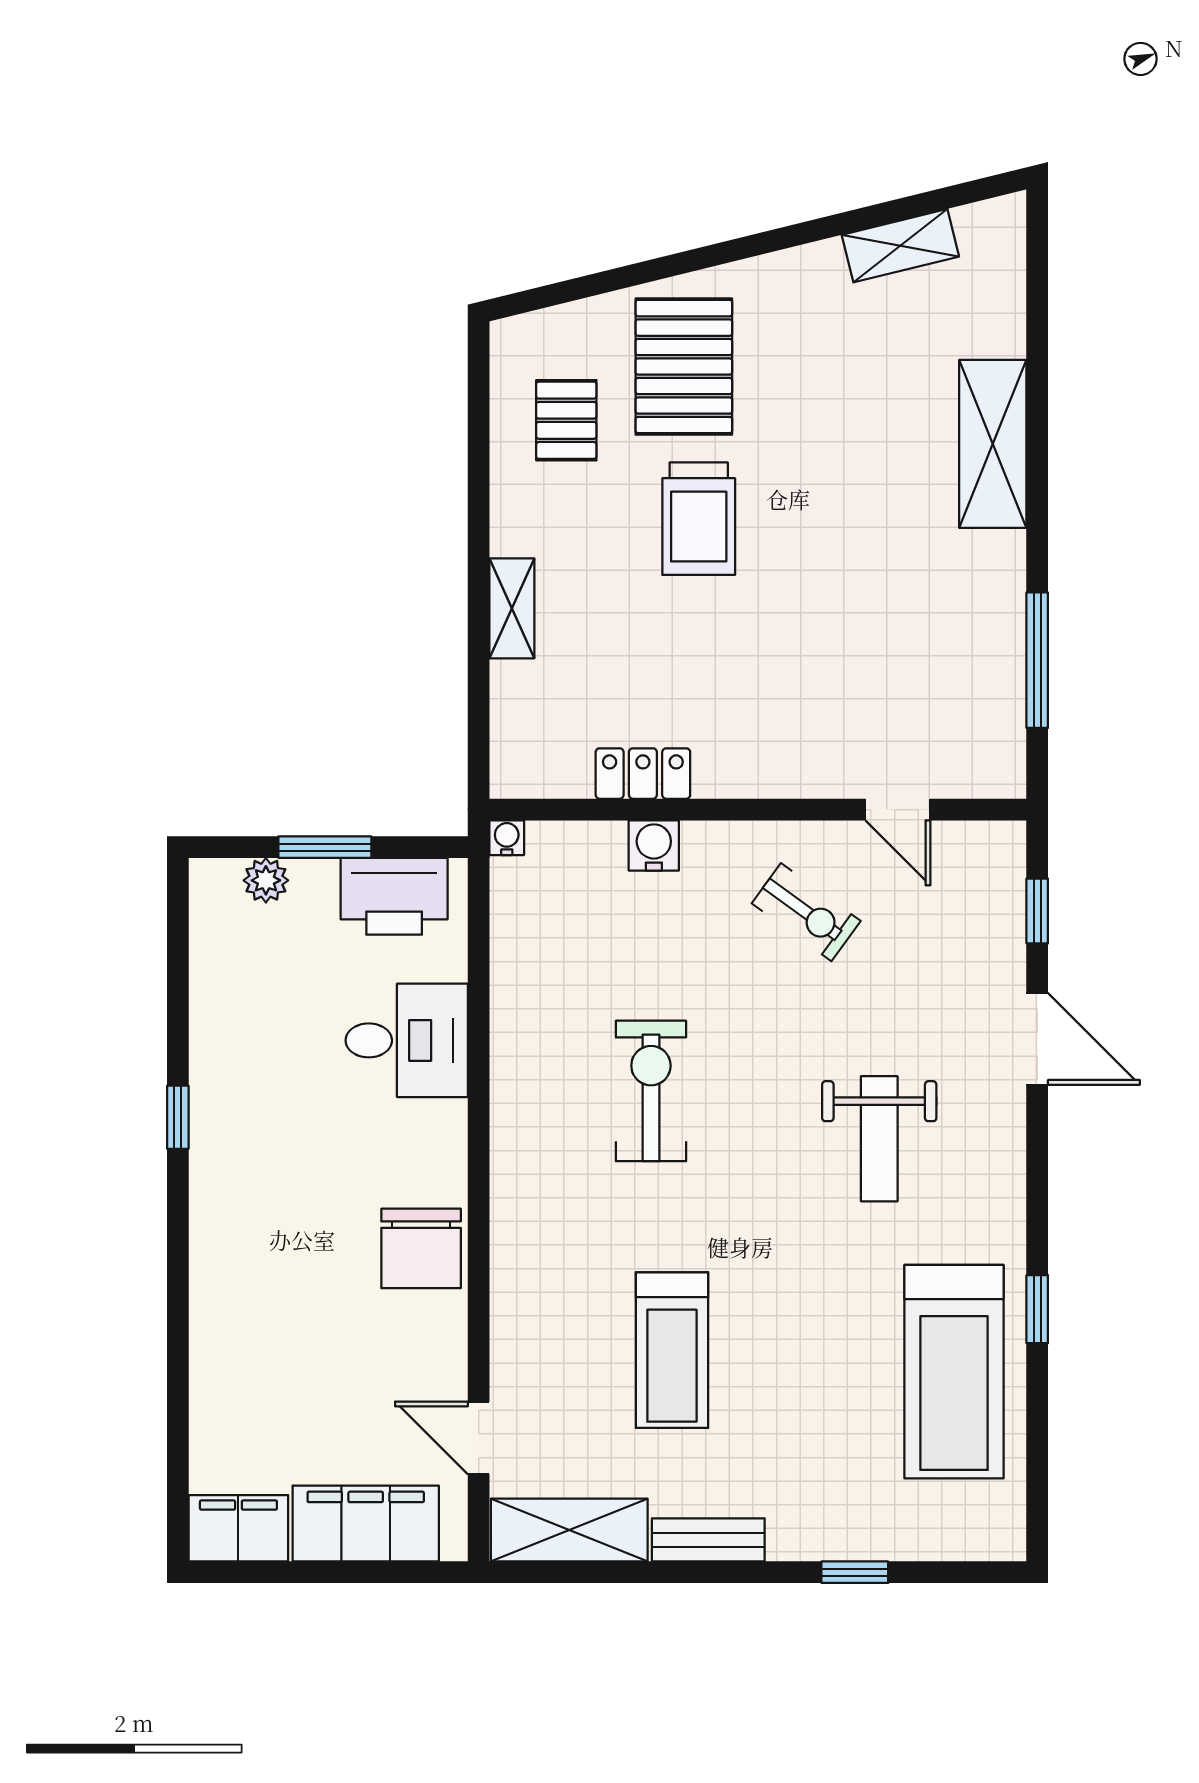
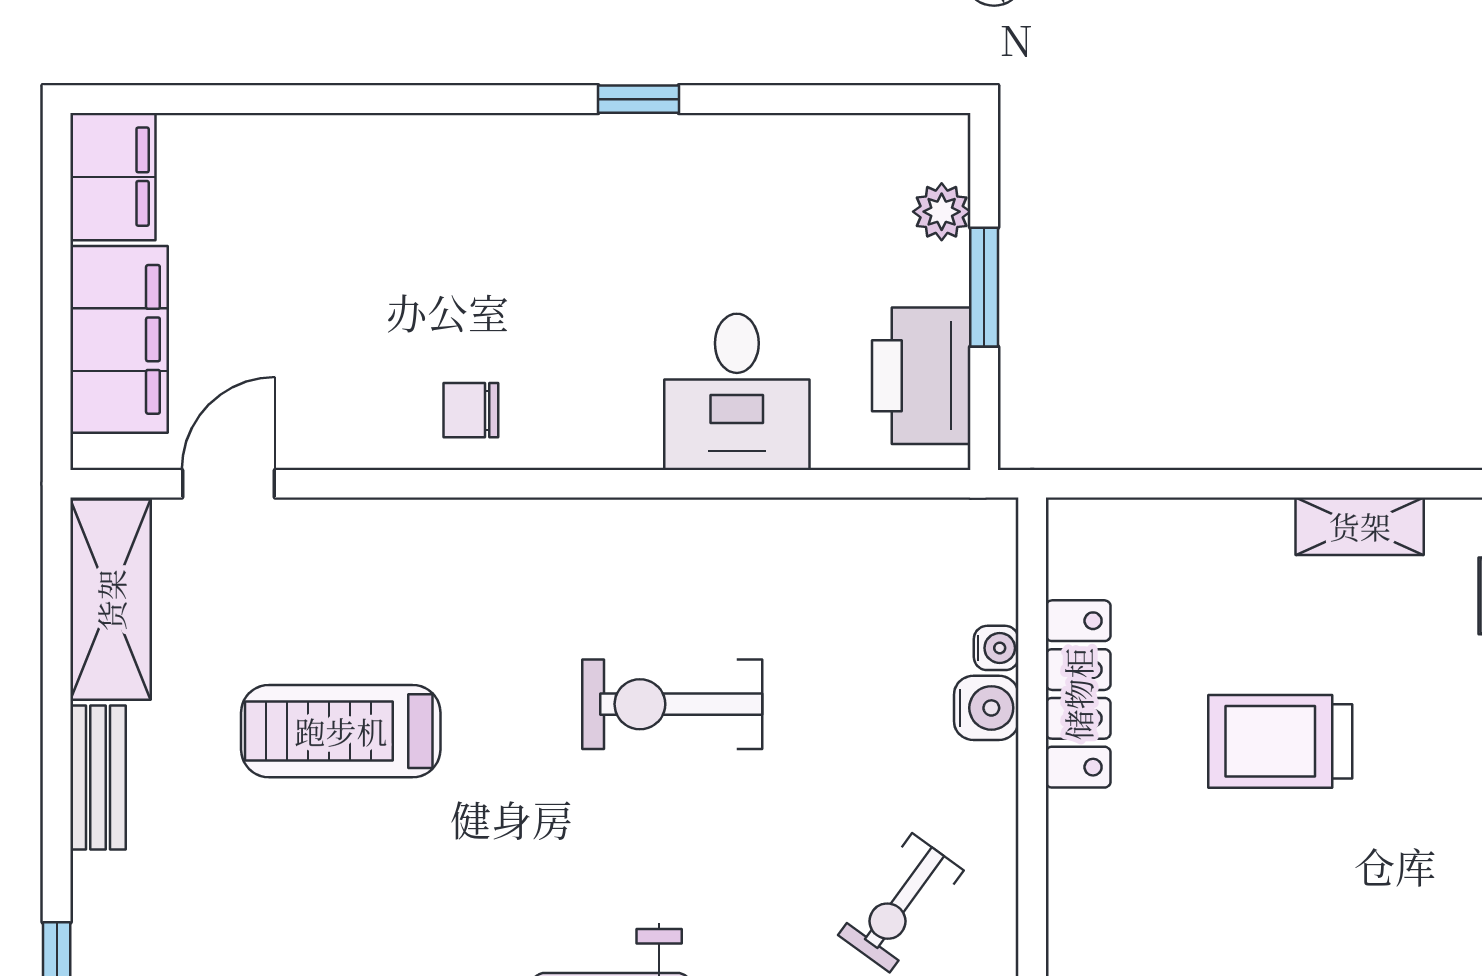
trolley: (699, 519) -> (1280, 741), moved
shelving: (512, 608) -> (1360, 526), moved
locker: (643, 774) -> (1078, 694), width x1.53
water cooler: (507, 838) -> (996, 648), moved
exercise bike: (651, 1091) -> (672, 704), turned 180
chair: (421, 1248) -> (471, 410), width x0.54, depth x0.54

